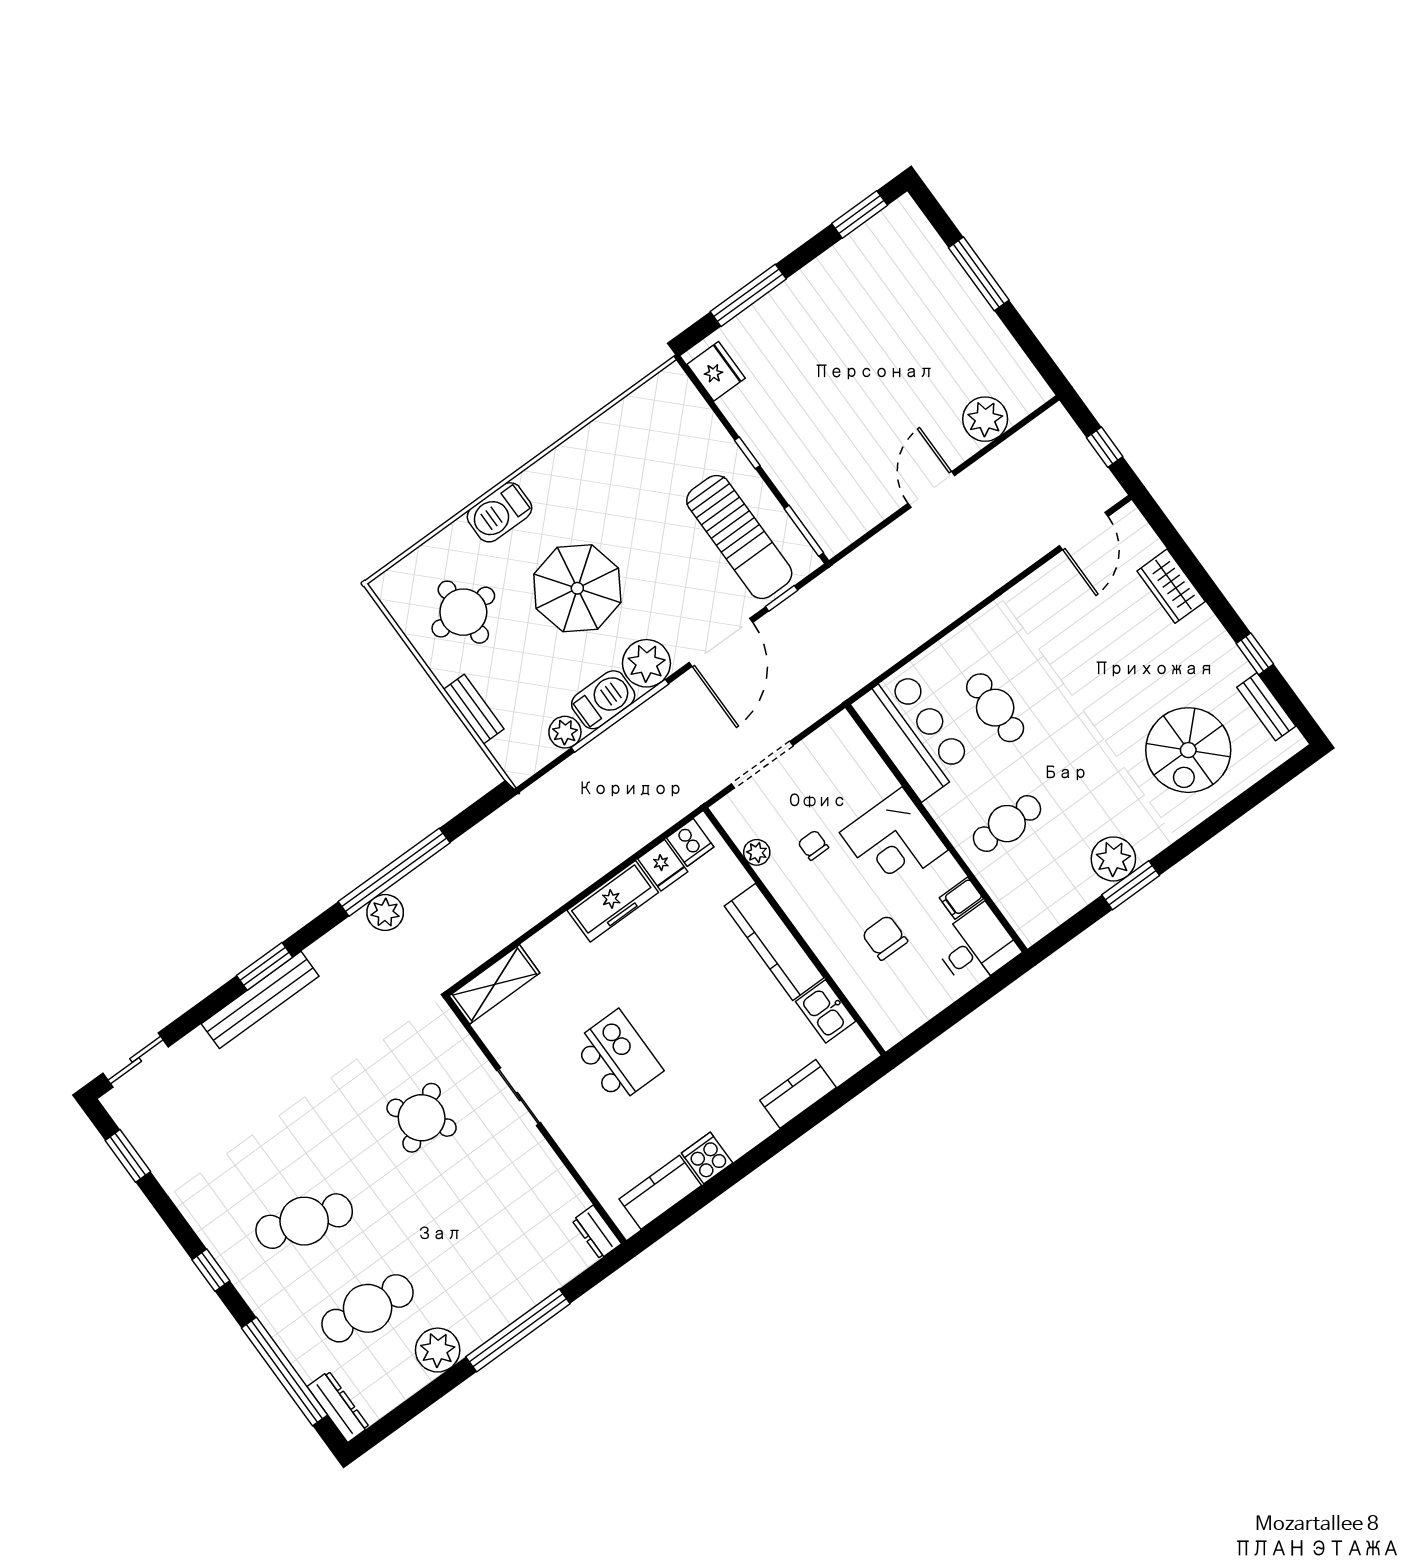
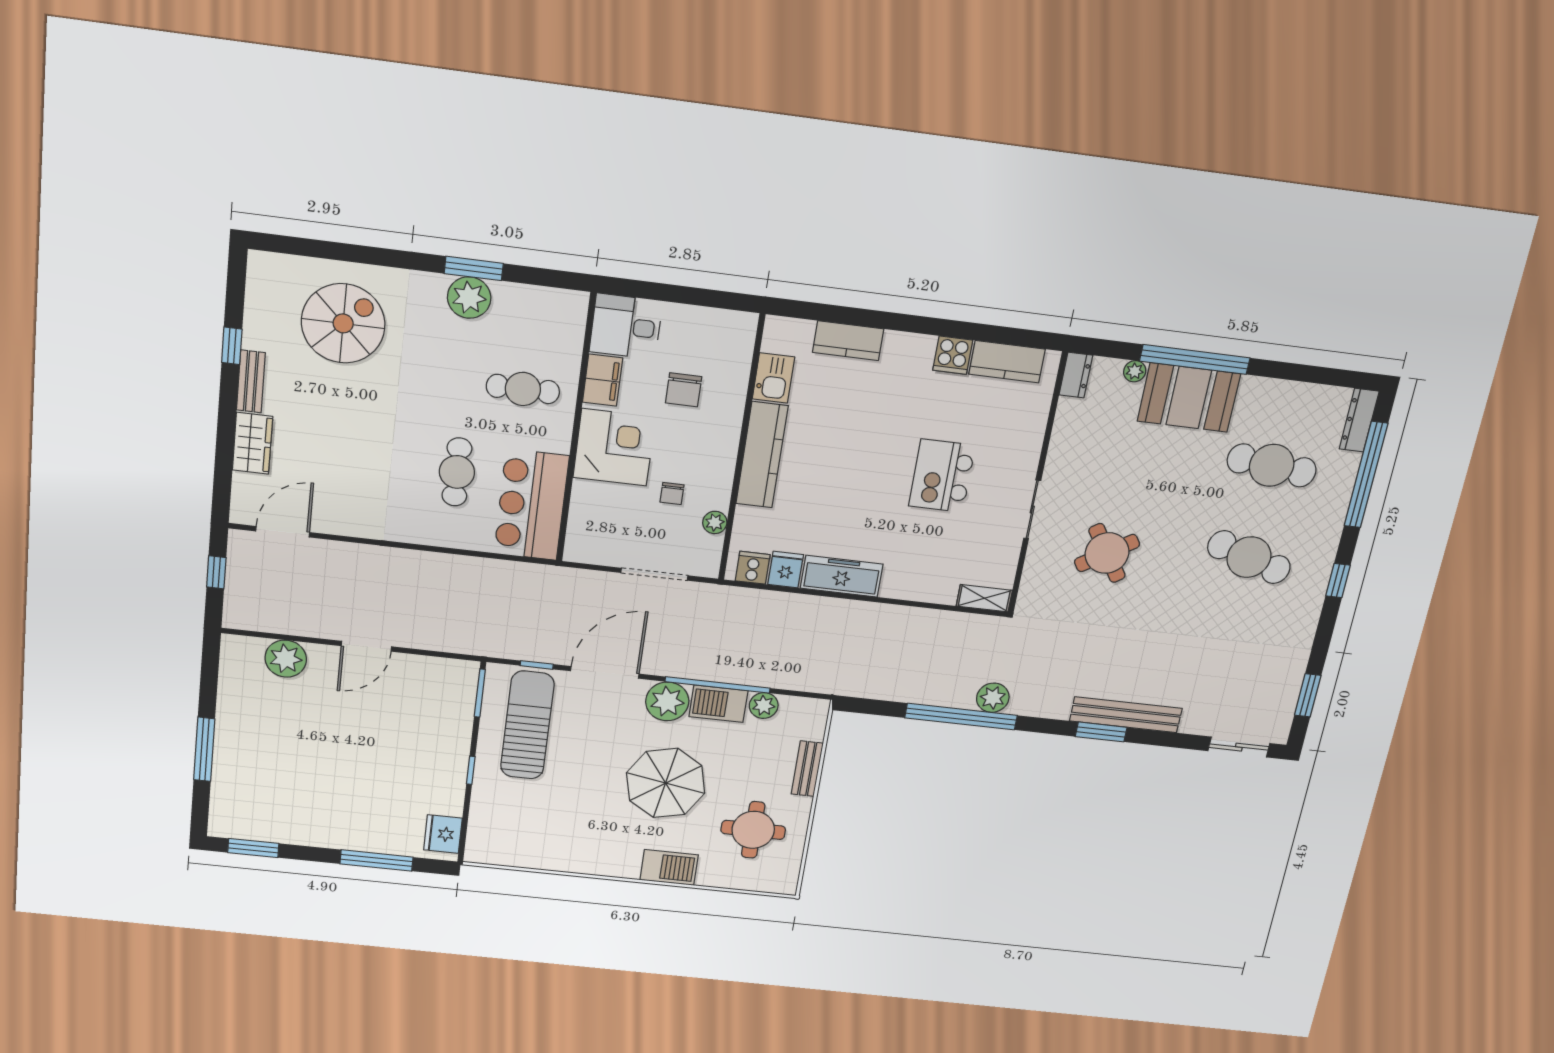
bench: (1266, 707) -> (251, 381), moved
filing cabinet: (961, 898) -> (603, 380), width x2.00
shelving: (495, 984) -> (984, 598), width x0.67, depth x0.75
booth: (491, 1298) -> (1189, 397), added
plant: (438, 1350) -> (1135, 371), moved, width x0.53, depth x0.53

